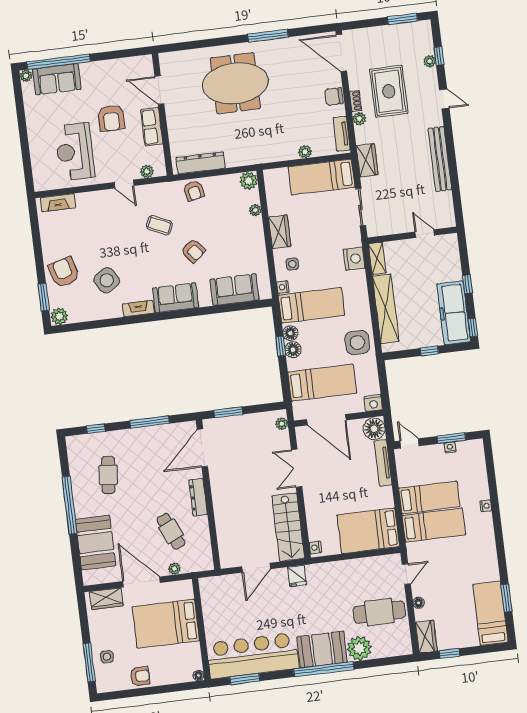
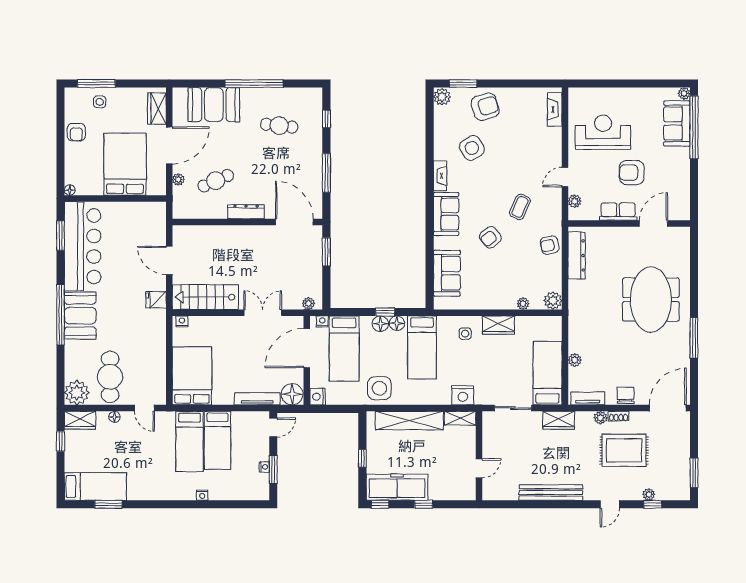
nightstand: (283, 287) -> (322, 321), moved
plant: (359, 648) -> (77, 393), moved

